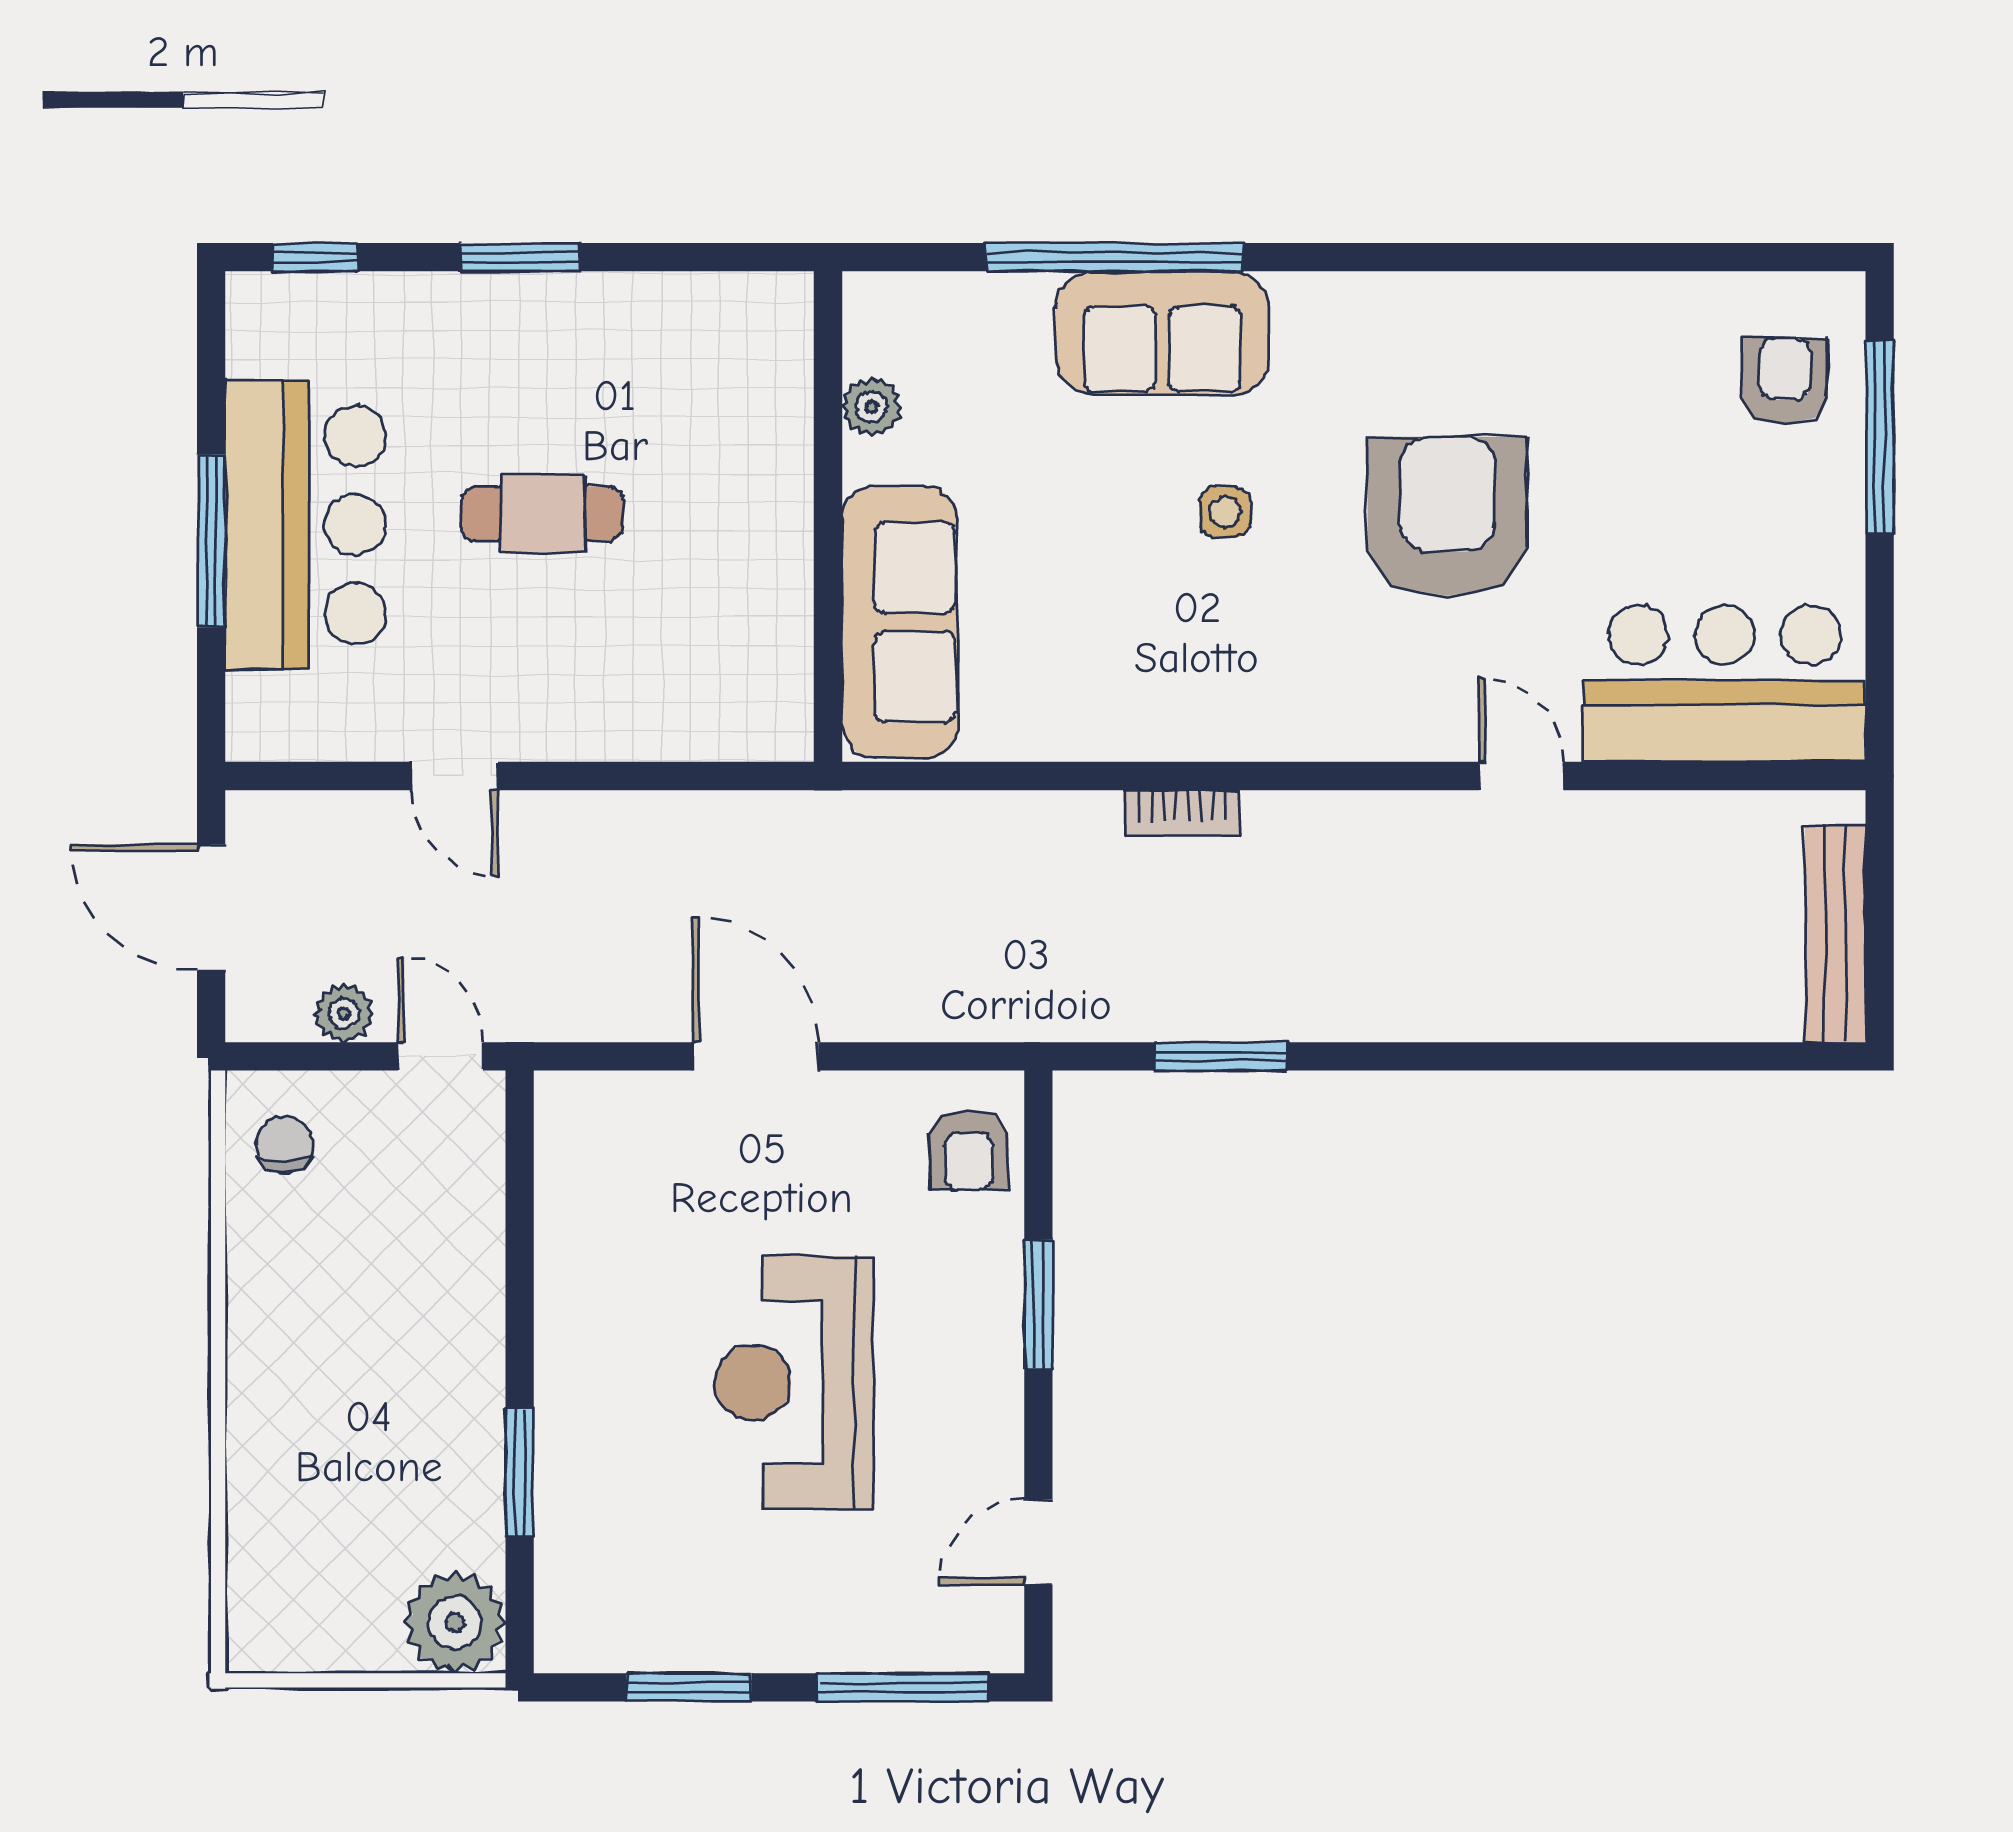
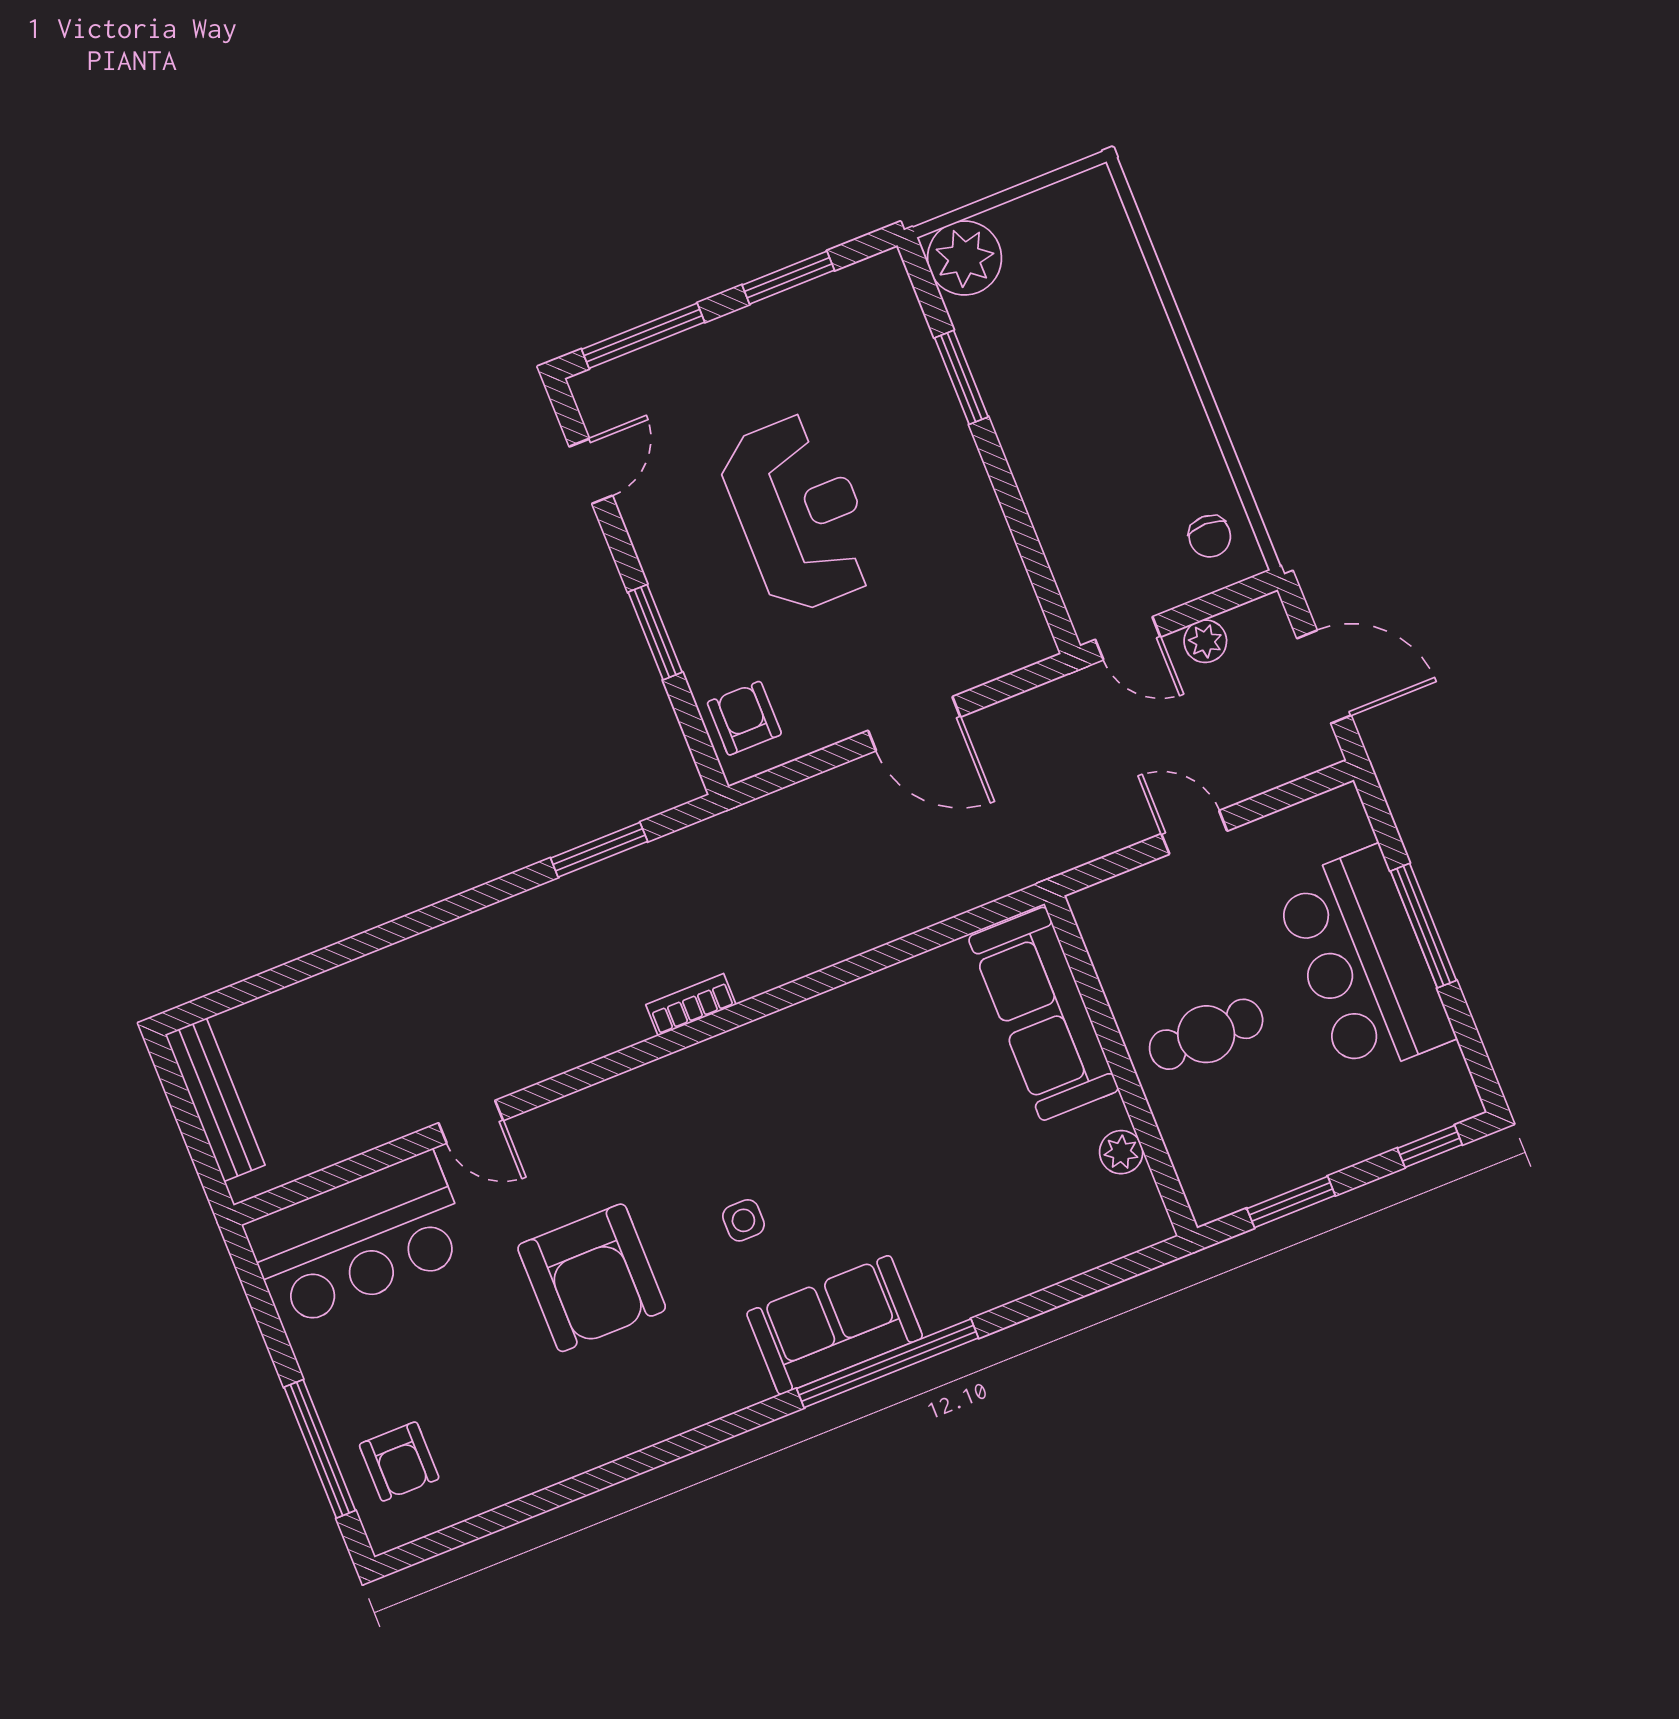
plant: (872, 407) -> (1121, 1152), moved
wall: (828, 517) -> (1121, 1066), moved
sofa: (900, 622) -> (1044, 1014), moved

